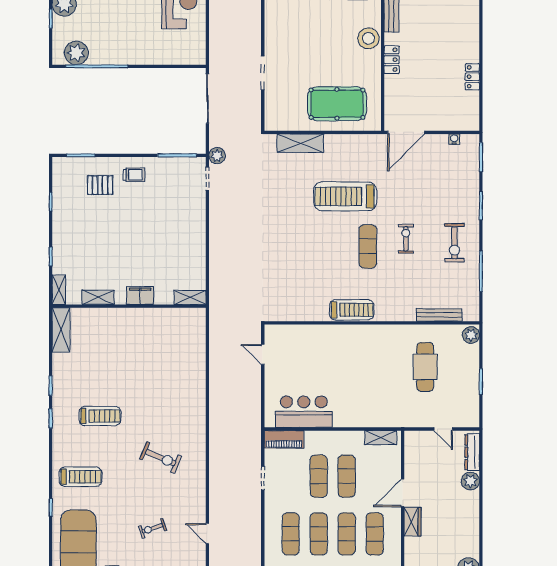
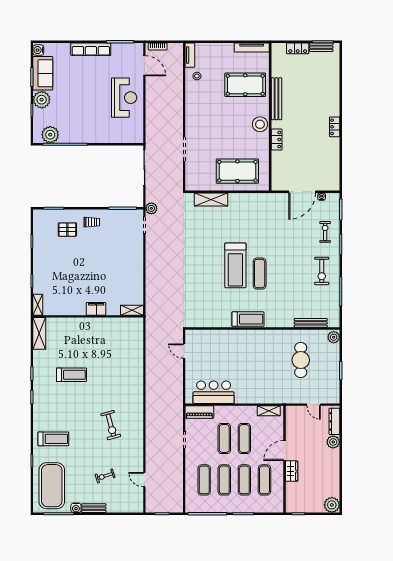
locker: (472, 77) -> (335, 127), moved
door: (406, 132) -> (302, 192), moved
treadmill: (345, 196) -> (235, 265), moved, turned -90
exercise bike: (406, 239) -> (325, 232), moved
shelving: (98, 297) -> (66, 310), removed
treadmill: (100, 416) -> (71, 375), moved
exercise bike: (161, 458) -> (111, 425), turned 52

